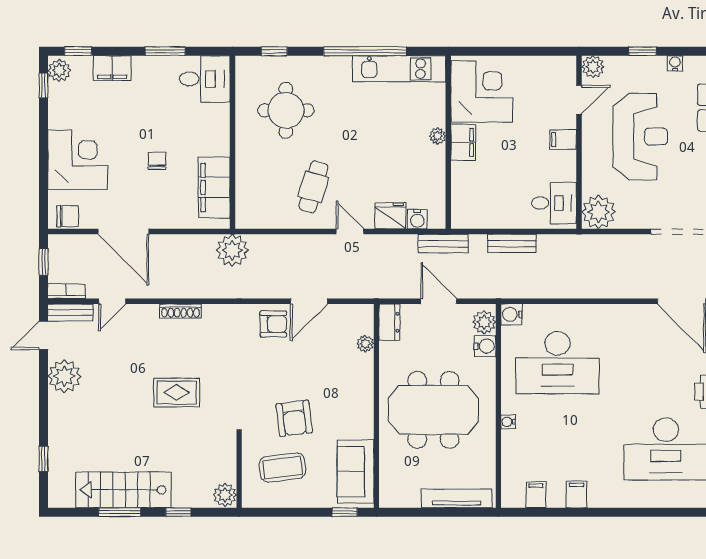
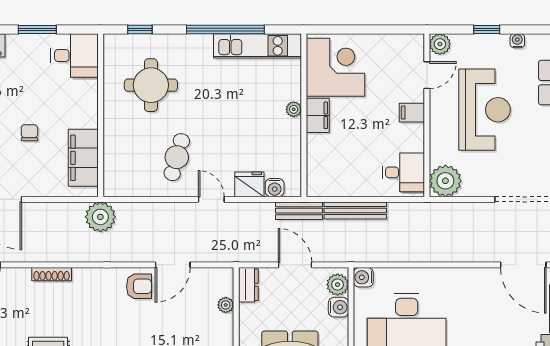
bench: (512, 243) -> (355, 210), width x1.36

